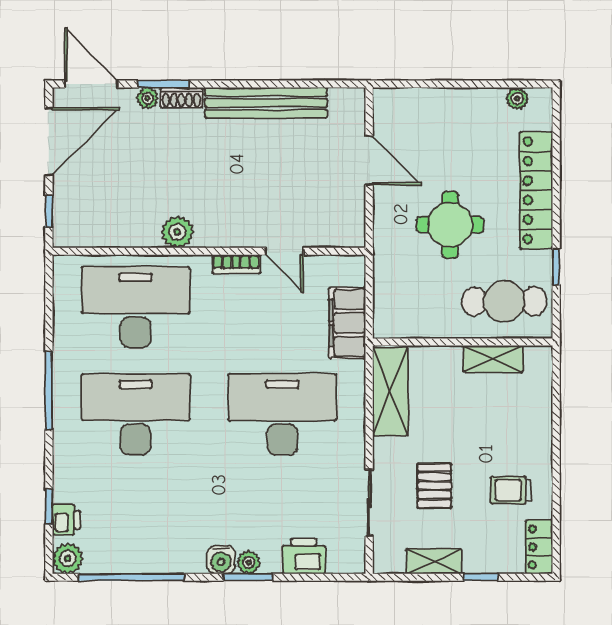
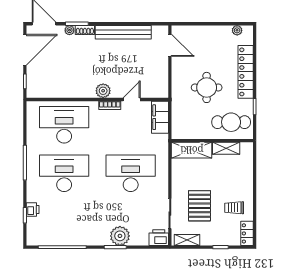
door: (369, 160) -> (170, 45), moved
plant: (177, 232) -> (103, 91), moved
door: (285, 251) -> (132, 100), swing flipped
filing cabinet: (347, 323) -> (160, 117), moved
shelving: (390, 391) -> (192, 150), moved, turned 90
pallet: (434, 486) -> (199, 206), width x1.50, depth x1.42
printer: (66, 520) -> (33, 209), moved
printer: (304, 556) -> (159, 238), moved
plant: (68, 558) -> (33, 239), removed
water cooler: (221, 560) -> (103, 239), removed
shelving: (434, 561) -> (187, 240), moved
plant: (249, 562) -> (120, 236), width x1.87, depth x1.87

